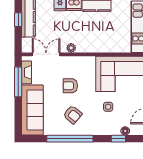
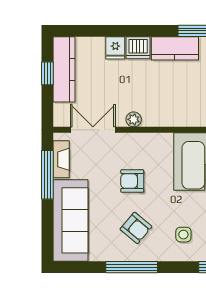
side table: (108, 107) -> (183, 235), moved
window: (70, 139) -> (132, 267), width x0.68

